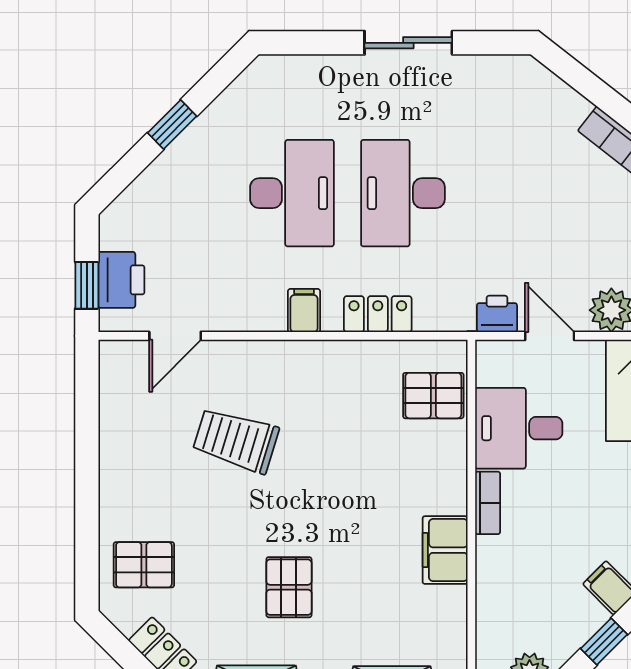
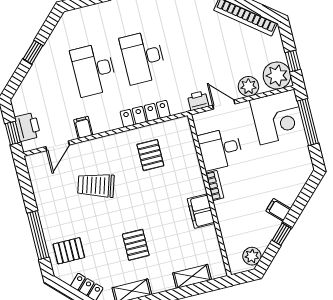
desk: (292, 193) -> (94, 70), turned 180
filing cabinet: (304, 311) -> (83, 127), moved
locker: (378, 314) -> (145, 114), width x1.53
pallet: (433, 396) -> (150, 155), moved, turned 90
window: (87, 516) -> (38, 235), added

